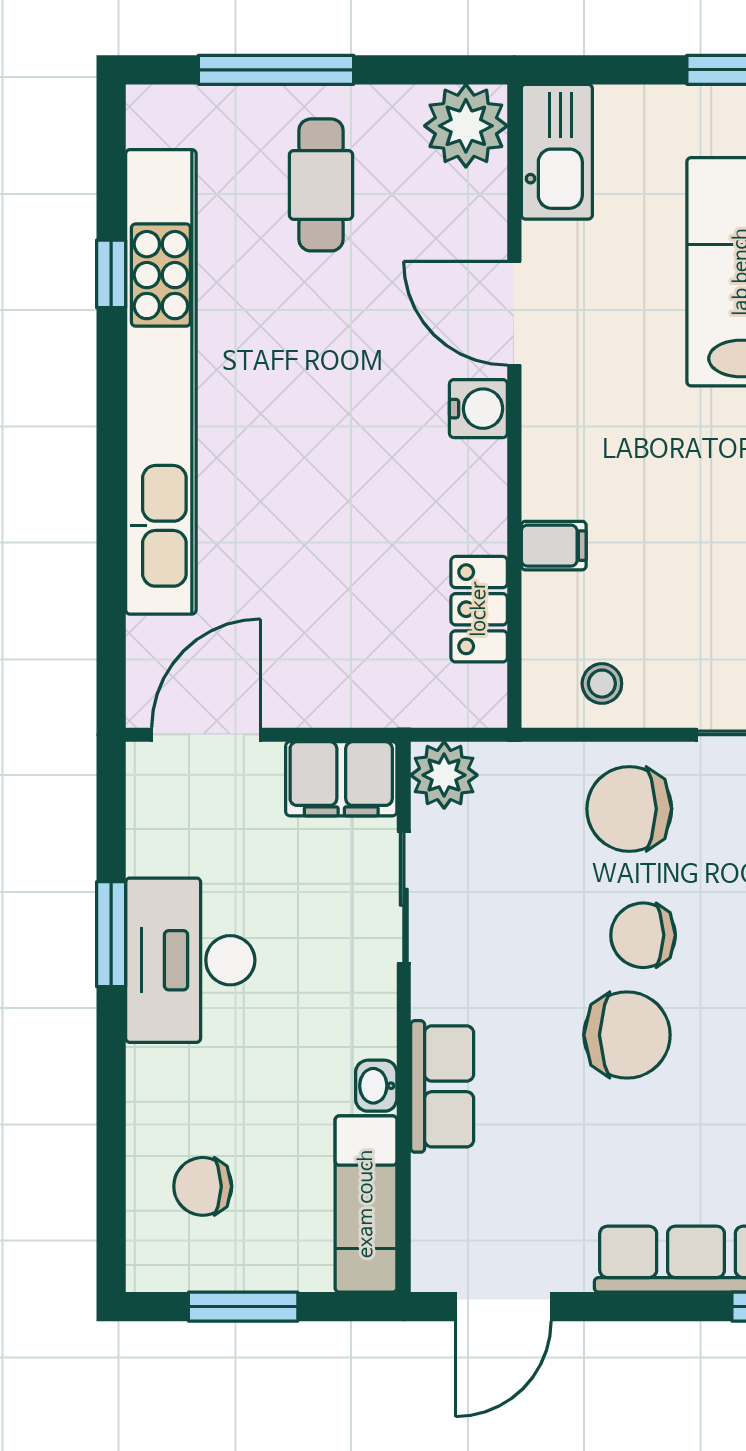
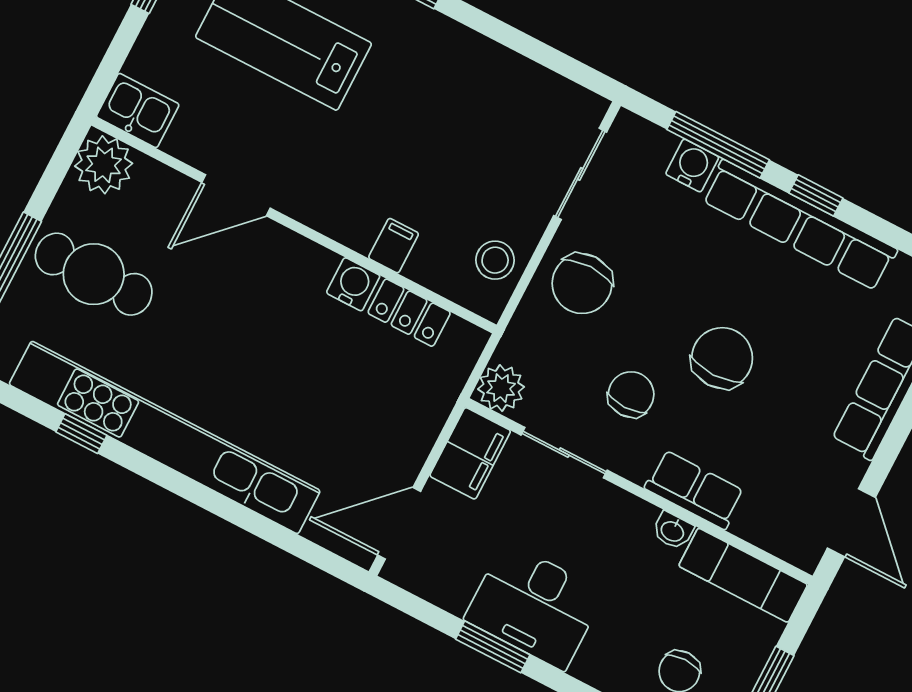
kitchen sink: (557, 152) -> (138, 111), width x0.73
cafe table: (321, 185) -> (94, 274), width x1.37, depth x1.35
water cooler: (478, 409) -> (353, 284), moved
stool: (602, 684) -> (495, 260), width x1.37, depth x1.37
door: (206, 735) -> (399, 523), hinge flipped
chair: (643, 935) -> (631, 394), moved, turned 180

